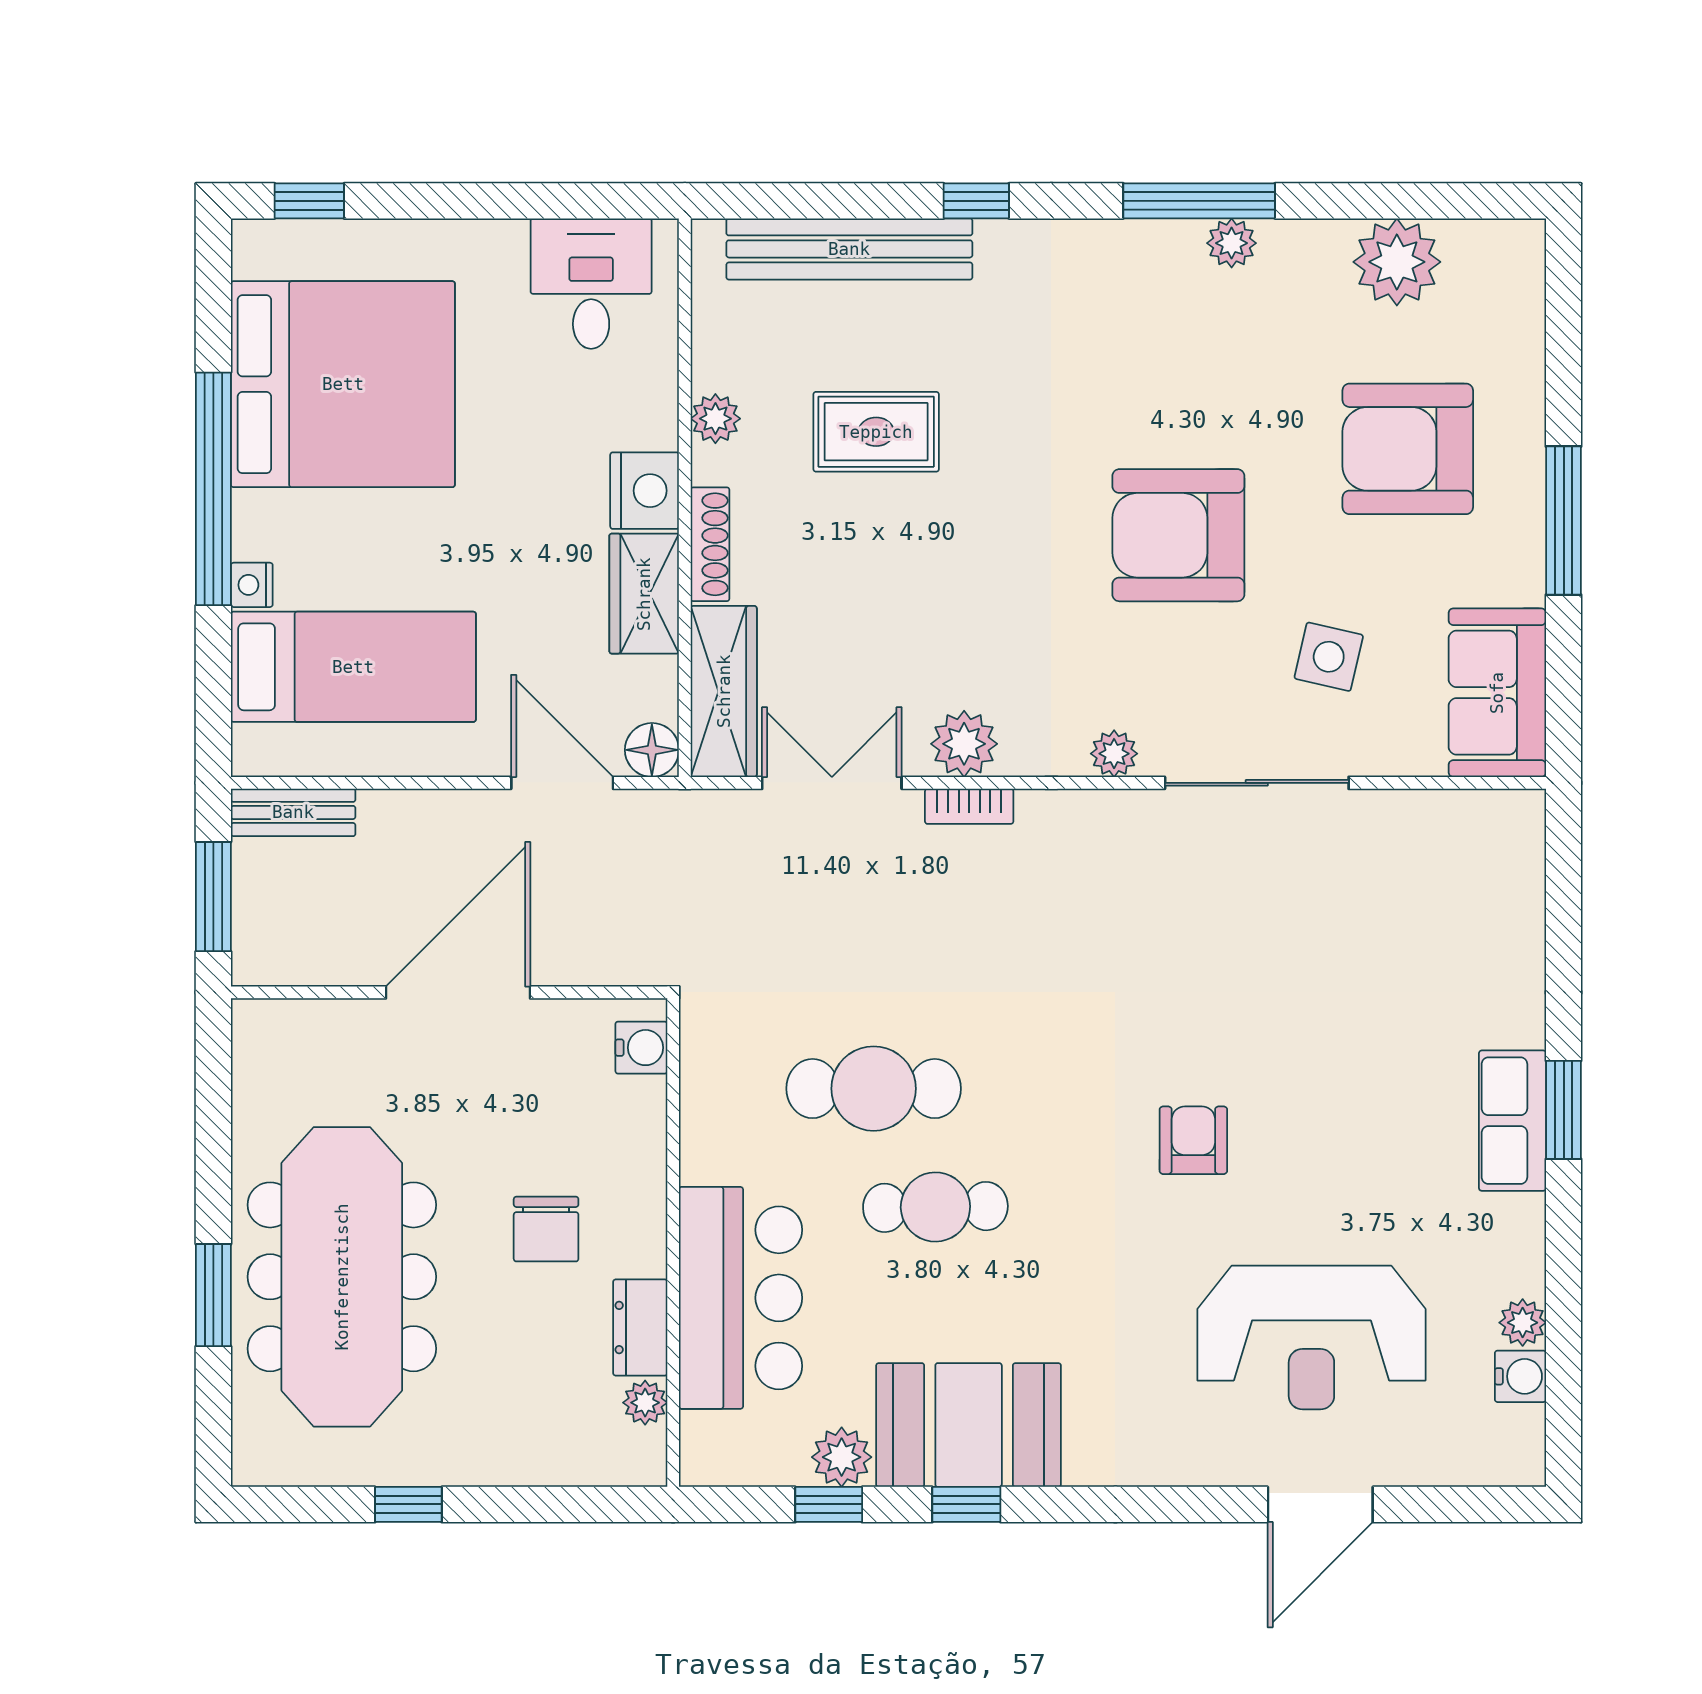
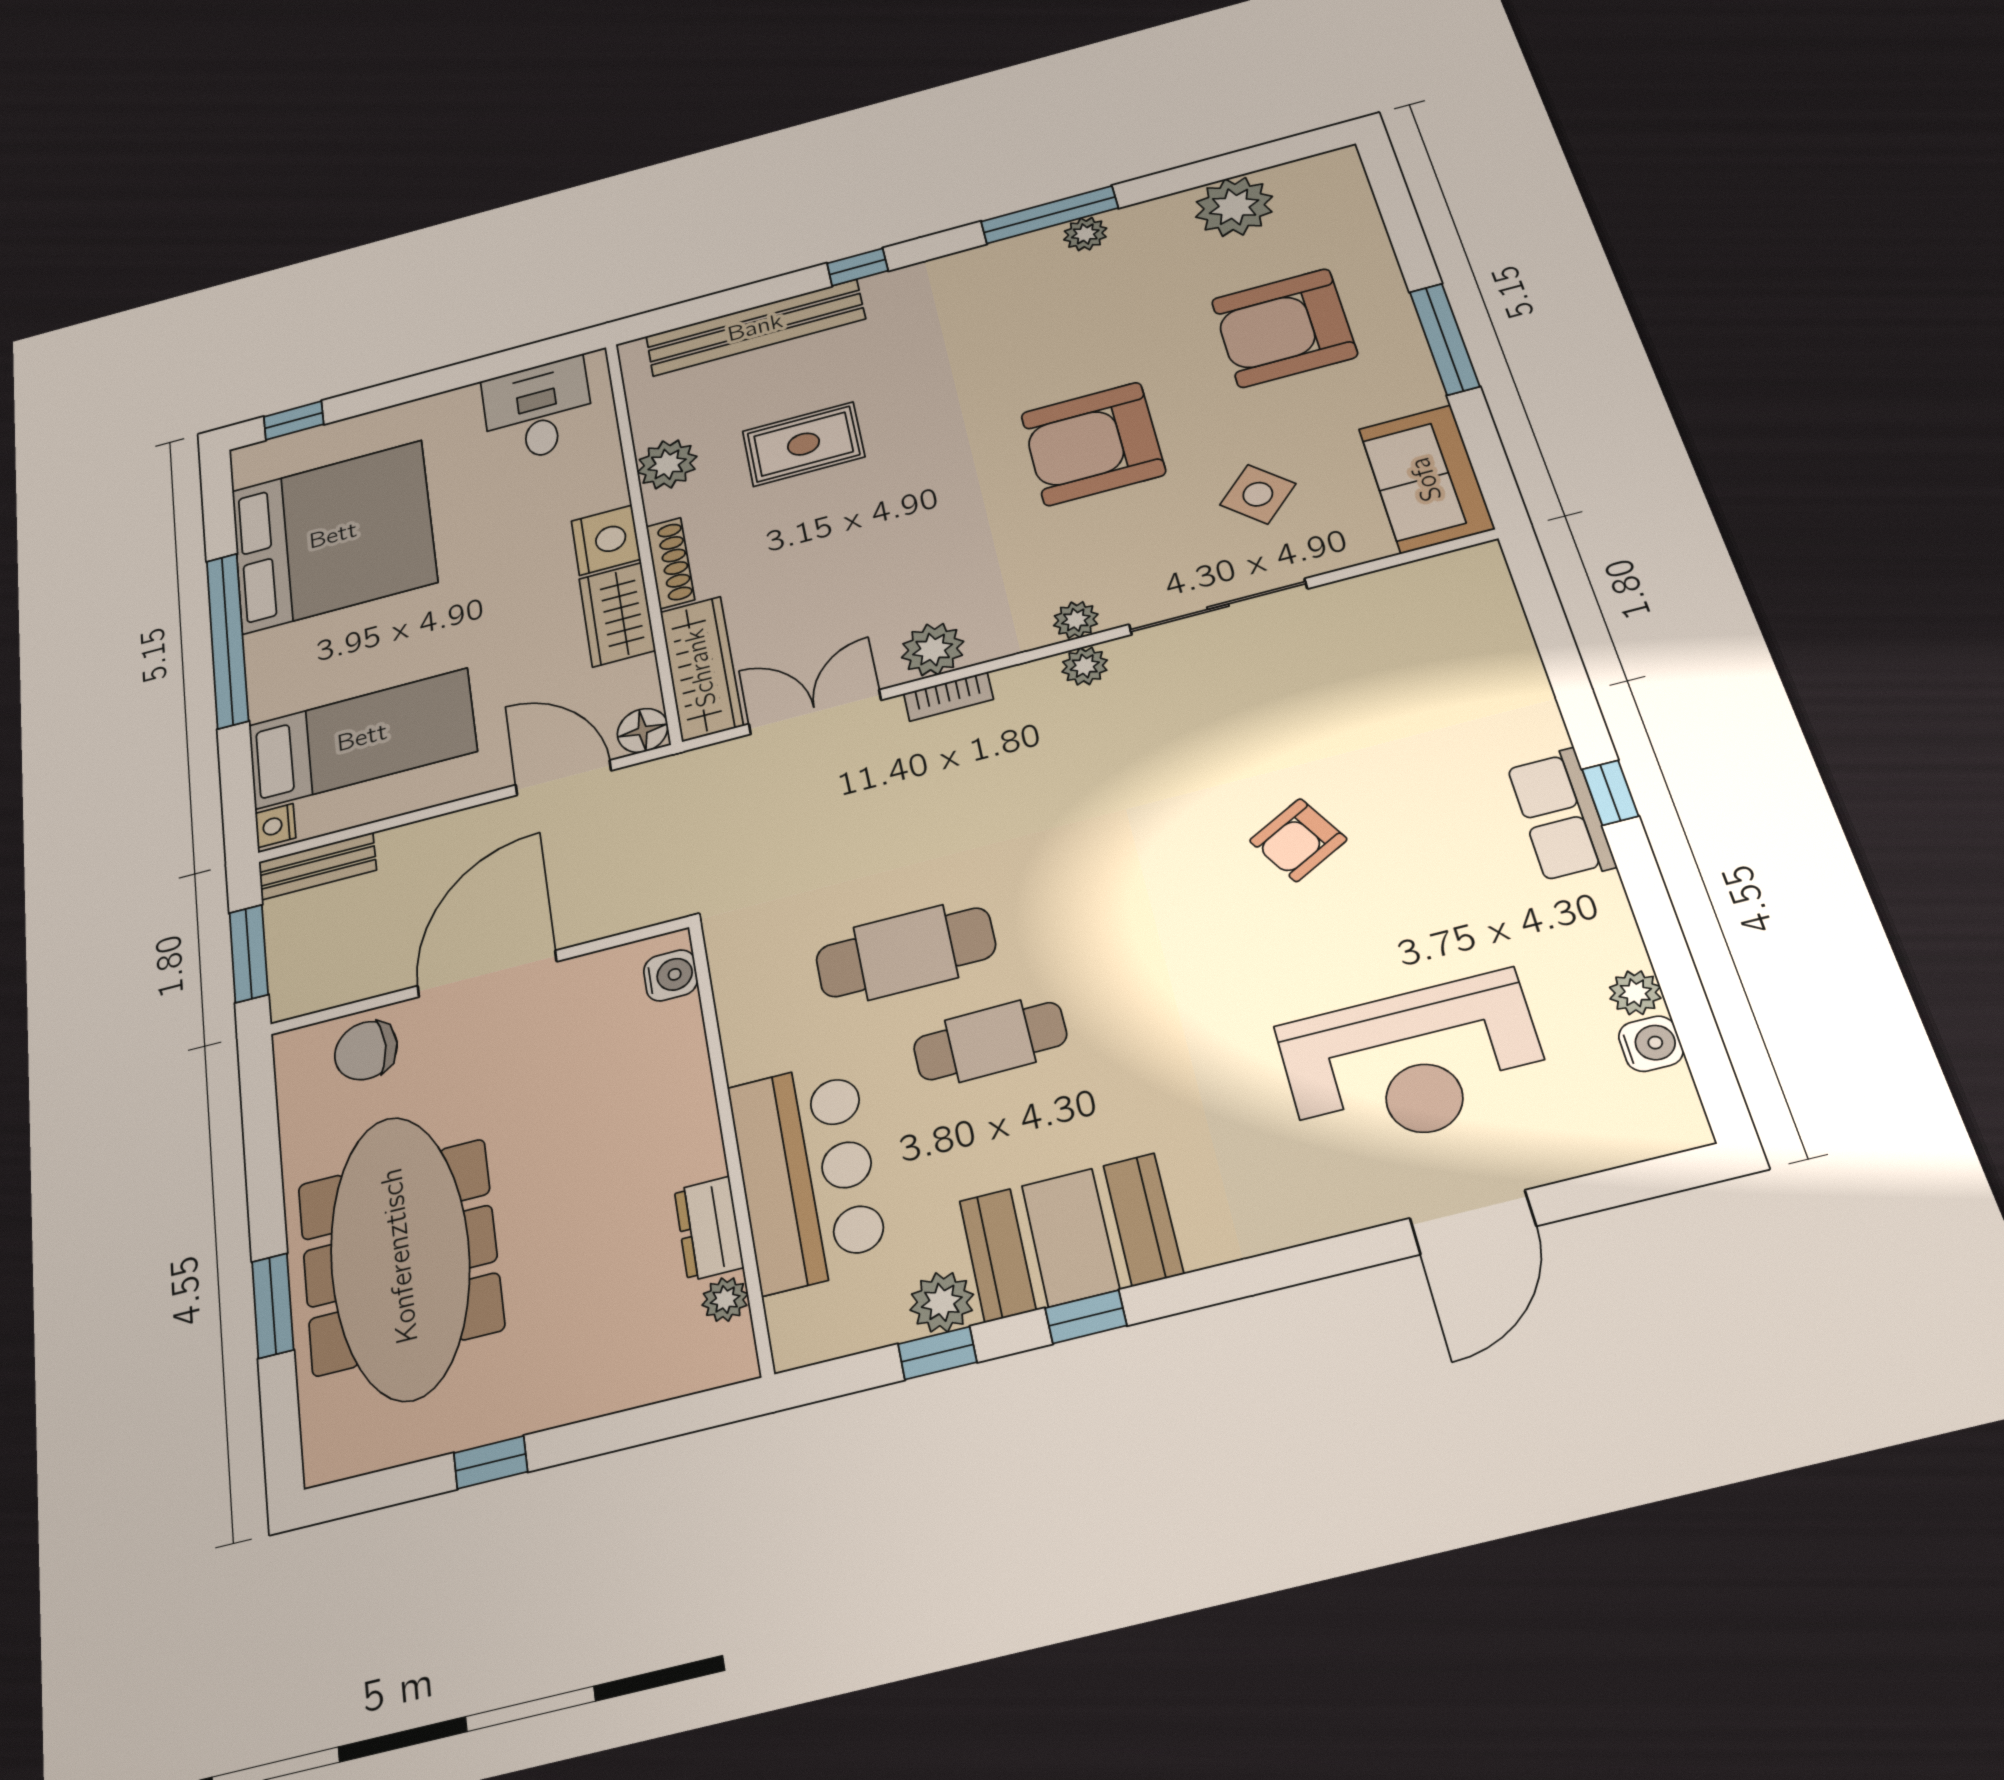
plant: (715, 419) -> (667, 464), width x1.38, depth x1.38
nightstand: (252, 585) -> (275, 826), moved
side table: (1329, 657) -> (1258, 494), turned 31
plant: (1111, 812) -> (1085, 666), added
window: (1564, 1110) -> (1610, 793), width x0.67
armchair: (1193, 1140) -> (1298, 840), moved, turned -119
chair: (546, 1229) -> (366, 1050), moved, turned 90

